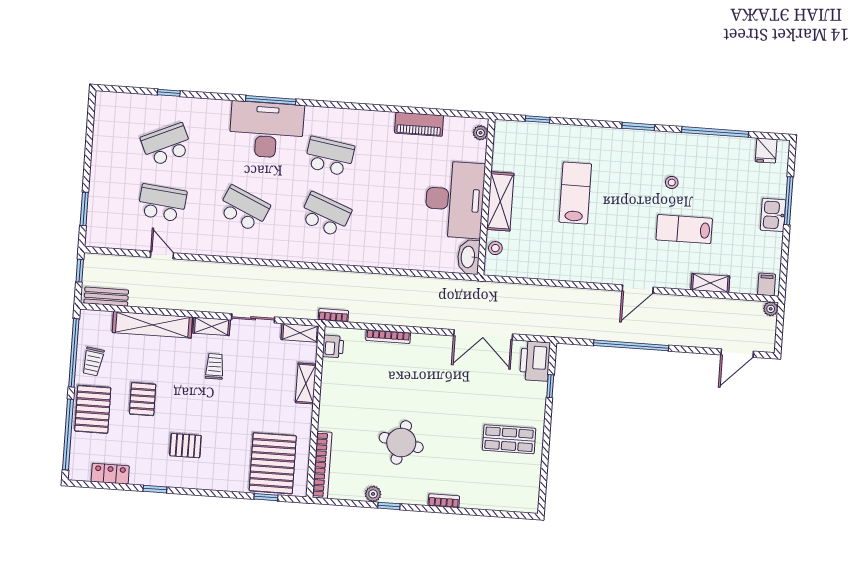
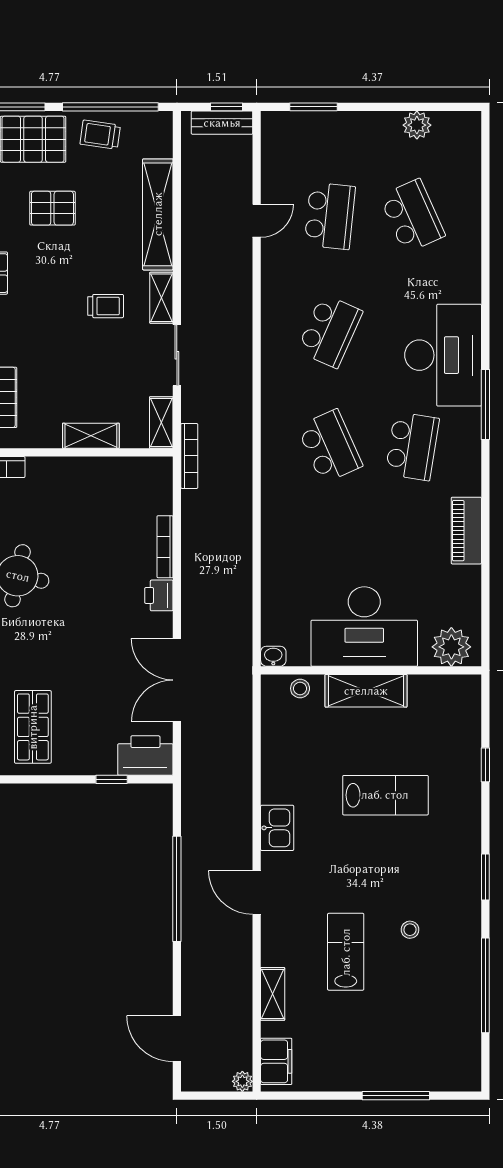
window: (169, 93) -> (485, 214), removed
window: (271, 100) -> (485, 405), moved
window: (538, 119) -> (485, 765), moved
piano: (419, 124) -> (466, 531), moved
plant: (480, 133) -> (451, 647), width x1.88, depth x1.88
plant: (102, 137) -> (417, 125), added
fridge: (766, 151) -> (464, 1059), removed
school desk: (325, 215) -> (330, 446), turned -45
kitchen sink: (773, 215) -> (277, 828), moved, turned 90
washbasin: (469, 257) -> (273, 656), width x0.52, depth x0.69
filing cabinet: (767, 284) -> (276, 1061), width x2.00
bench: (106, 297) -> (222, 123), moved, turned 90
bookcase: (333, 315) -> (189, 456), width x1.56
printer: (333, 346) -> (159, 595), moved, turned 90

